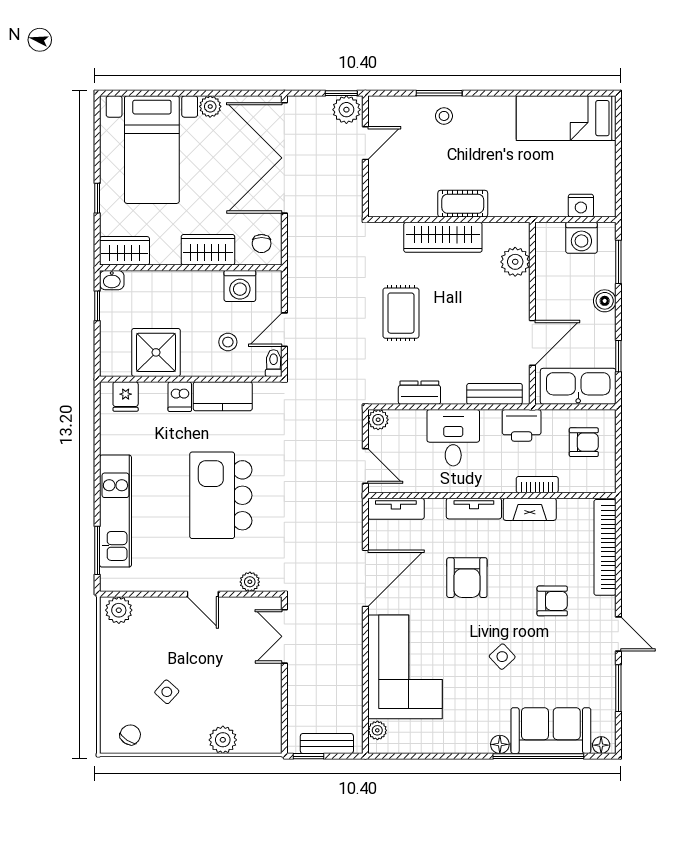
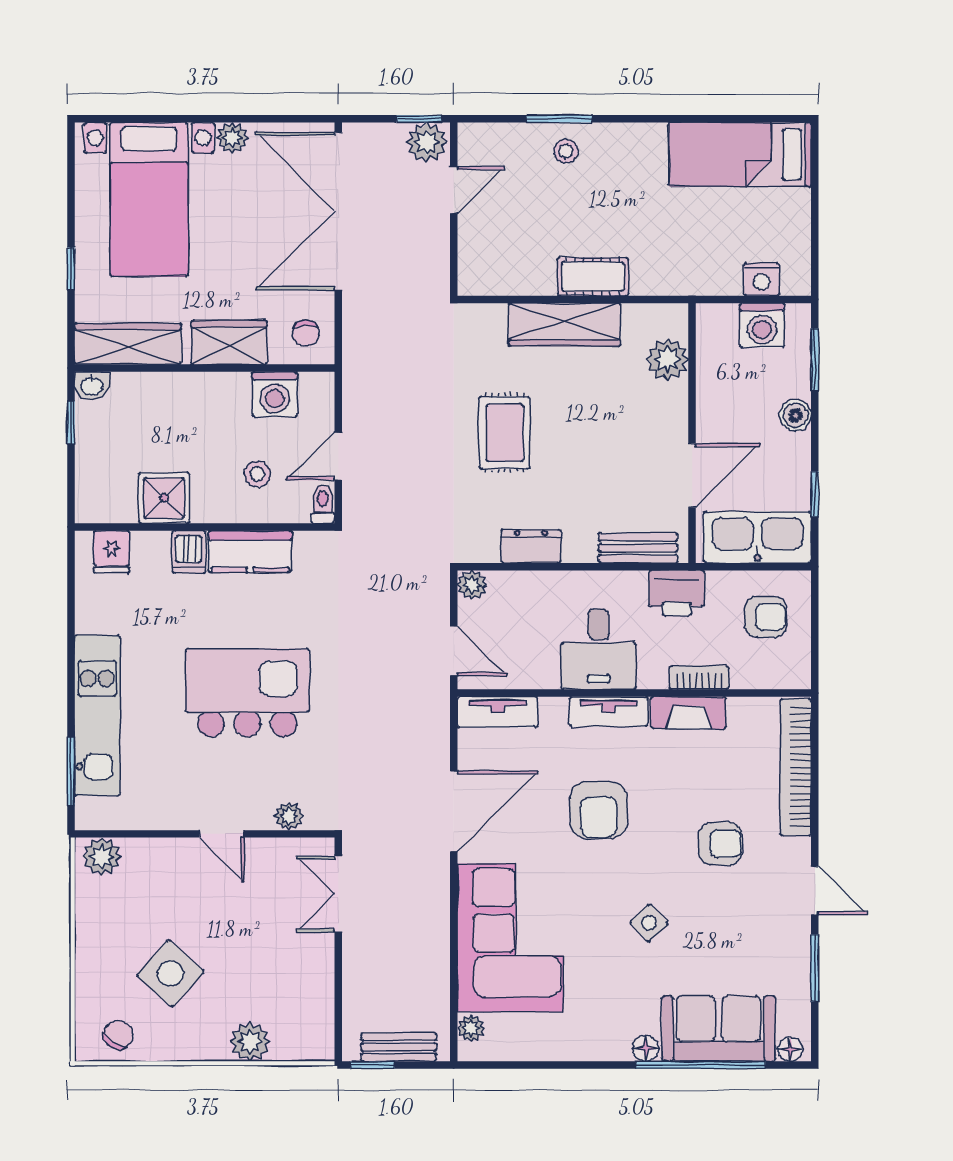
wardrobe: (125, 251) -> (128, 344), width x1.50
shower: (156, 352) -> (164, 498), width x0.73, depth x0.73
desk: (453, 438) -> (599, 649), moved, turned 180
kitchen island: (221, 495) -> (247, 693), turned 90
side table: (167, 692) -> (170, 973), width x1.87, depth x1.87

